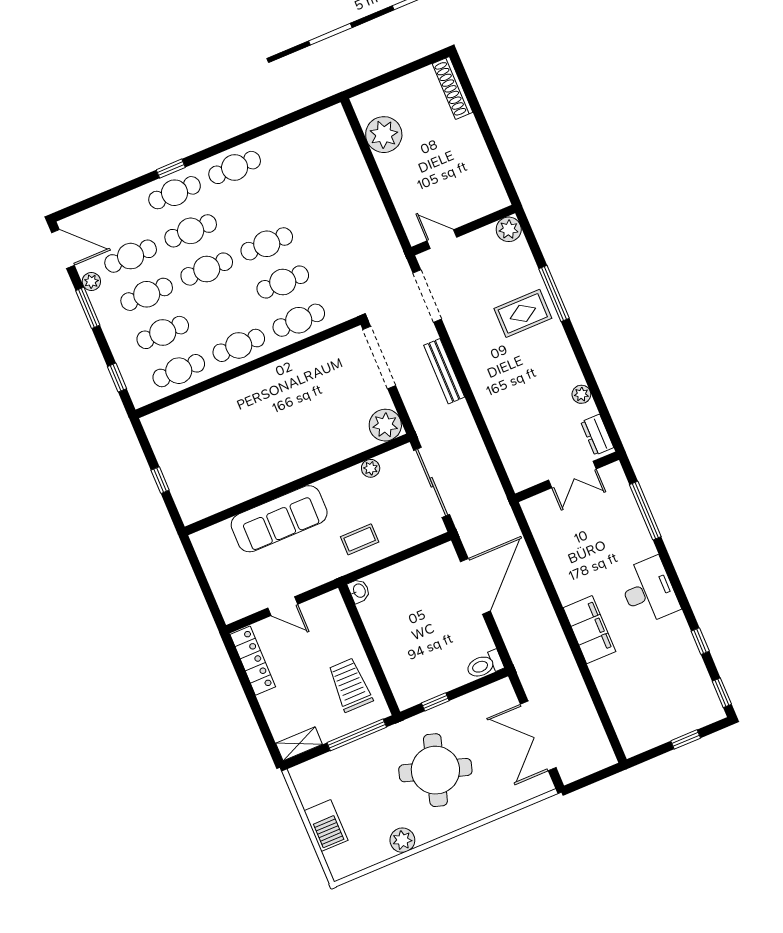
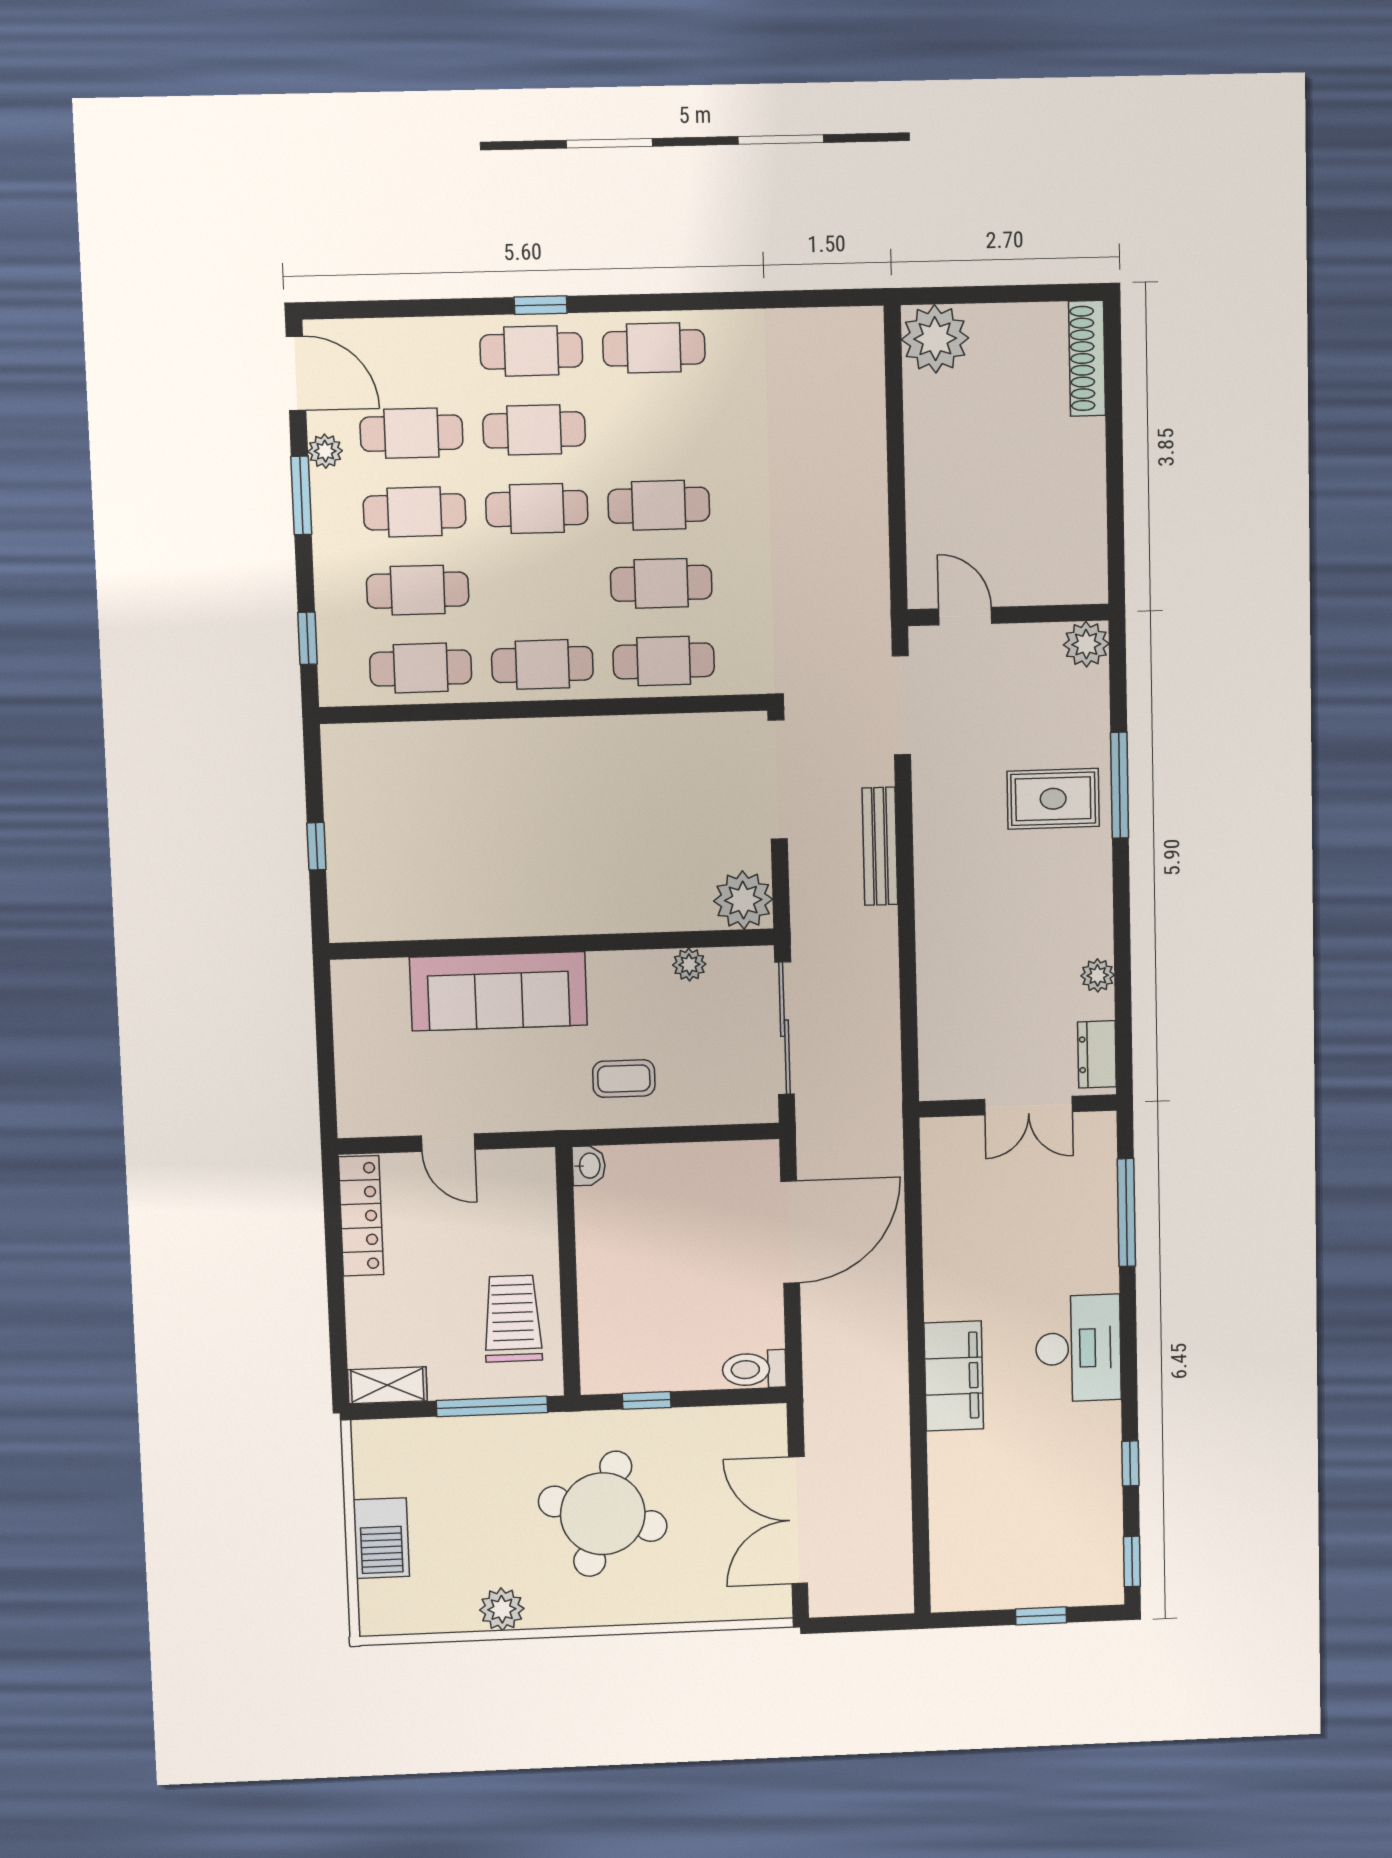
plant: (384, 135) -> (935, 339), moved

